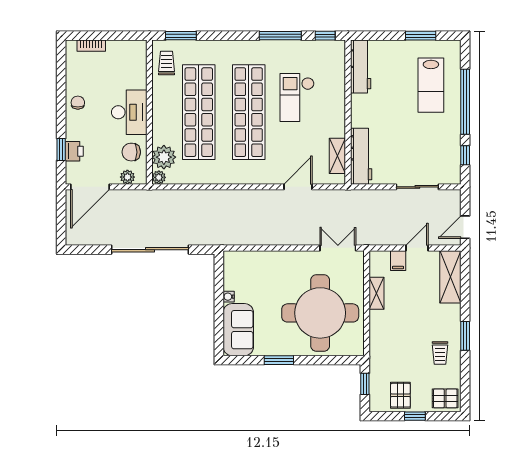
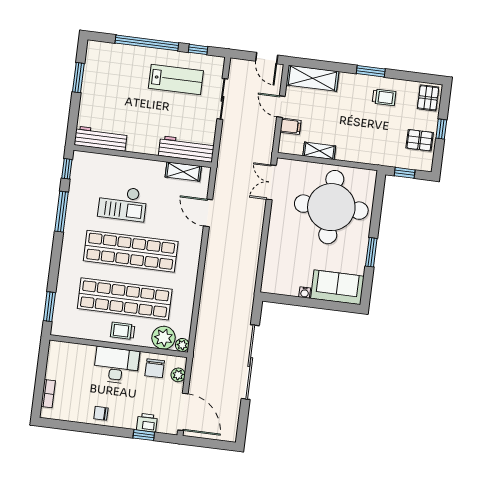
trolley: (166, 63) -> (123, 331), moved
lab bench: (431, 85) -> (176, 79), moved

